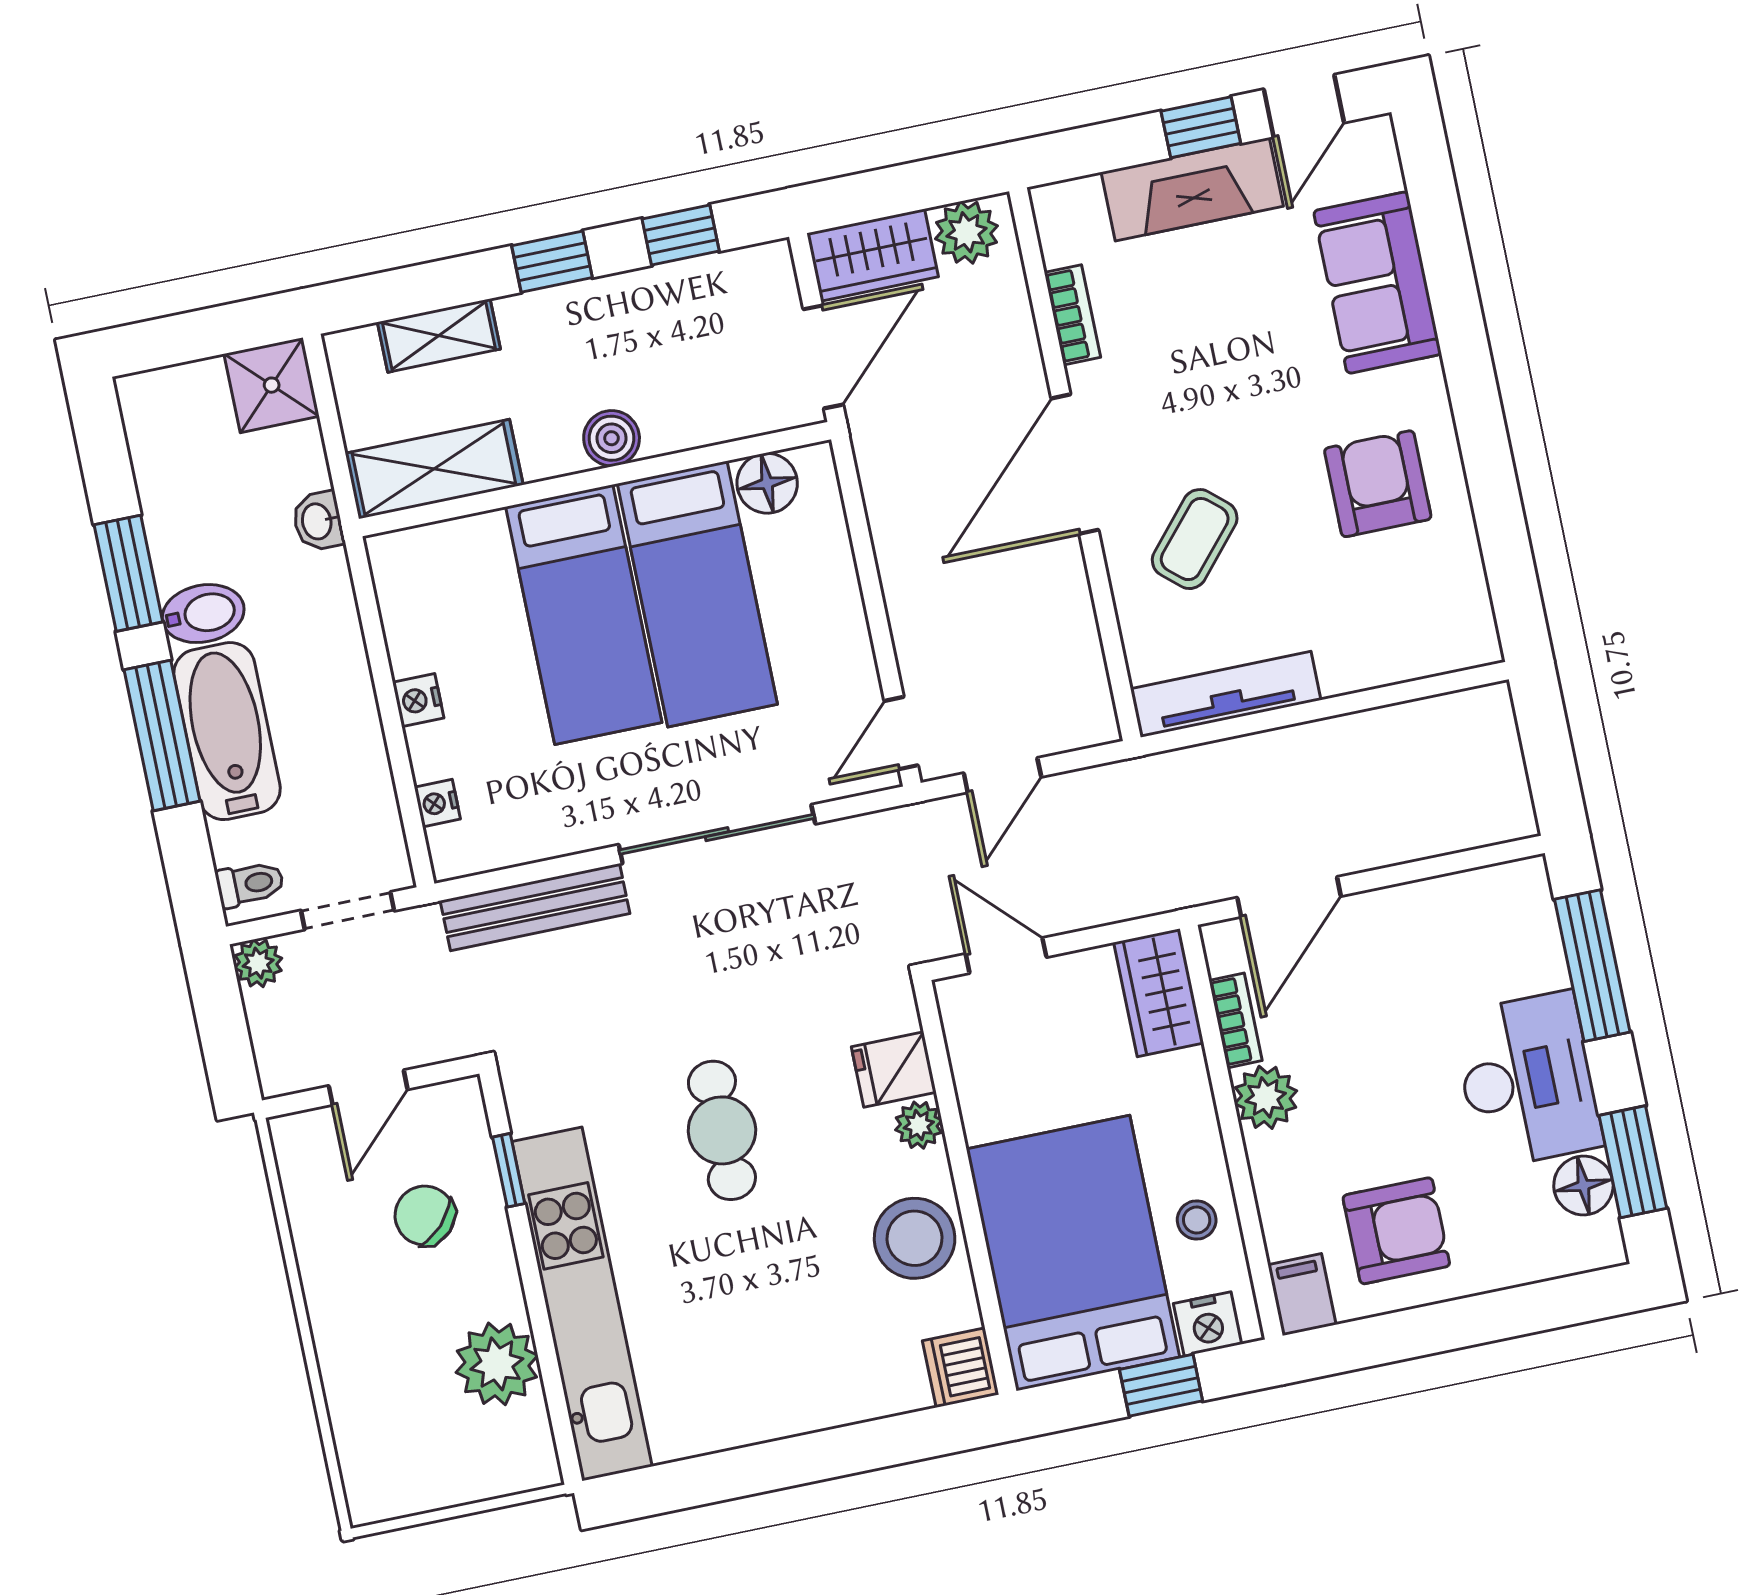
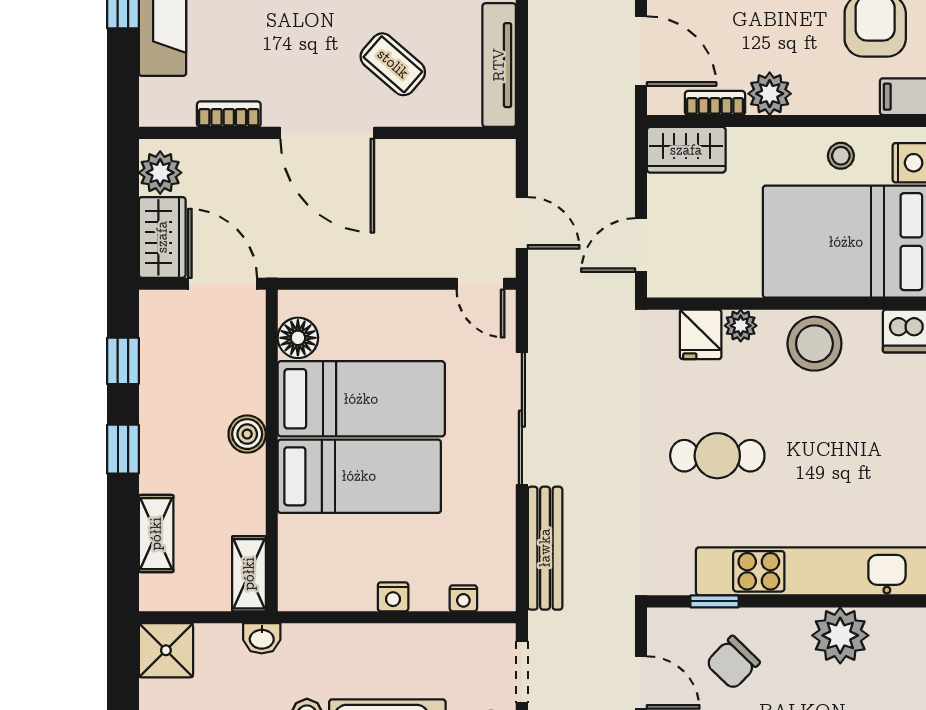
shelving: (434, 469) -> (249, 574), width x0.67, depth x0.75

